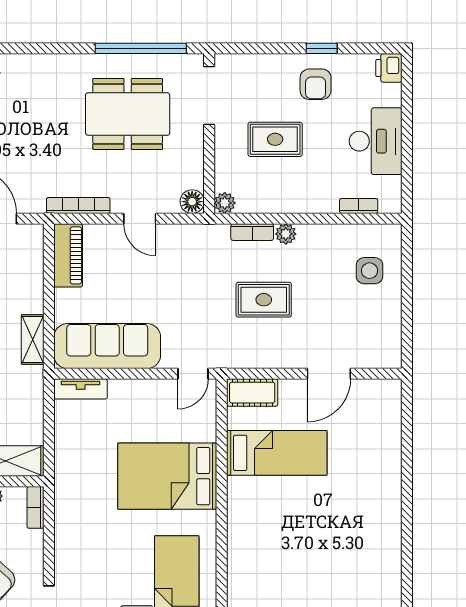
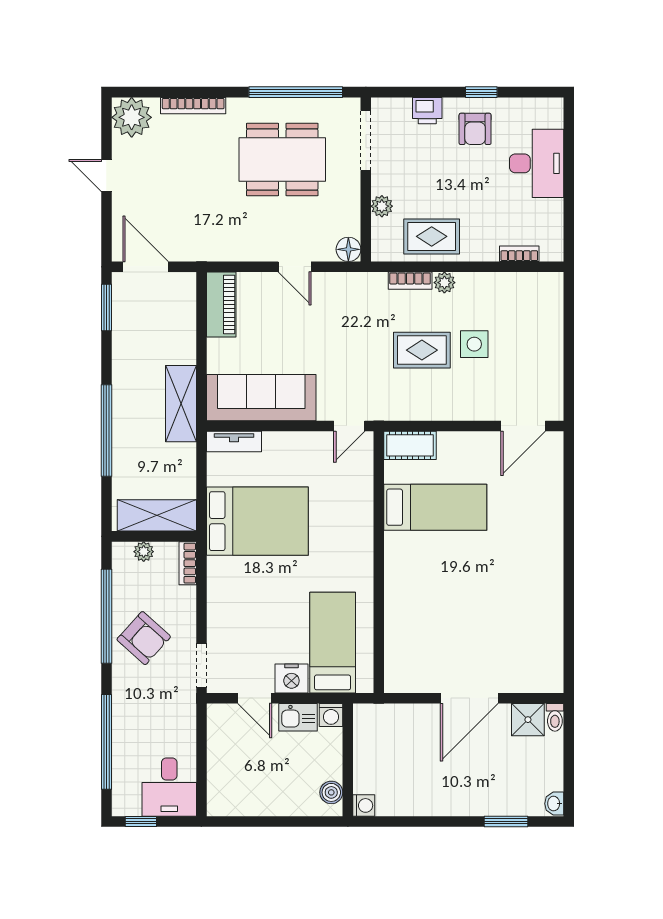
printer: (389, 68) -> (427, 111), moved, turned -90
rug: (275, 139) -> (432, 236), moved
desk: (376, 141) -> (537, 163), moved
plant: (225, 203) -> (382, 206), moved
bookcase: (78, 205) -> (193, 106), moved, turned 180
side table: (369, 271) -> (474, 344), moved
shelving: (33, 339) -> (181, 404), width x1.50, depth x1.33
door: (329, 374) -> (523, 426), moved
bed: (167, 476) -> (257, 521), moved, turned 180

